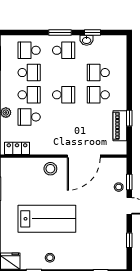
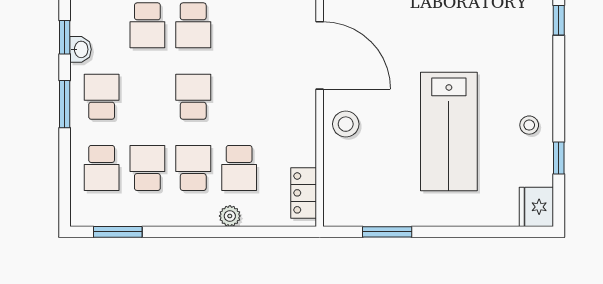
lab bench: (47, 219) -> (449, 131), turned 180

